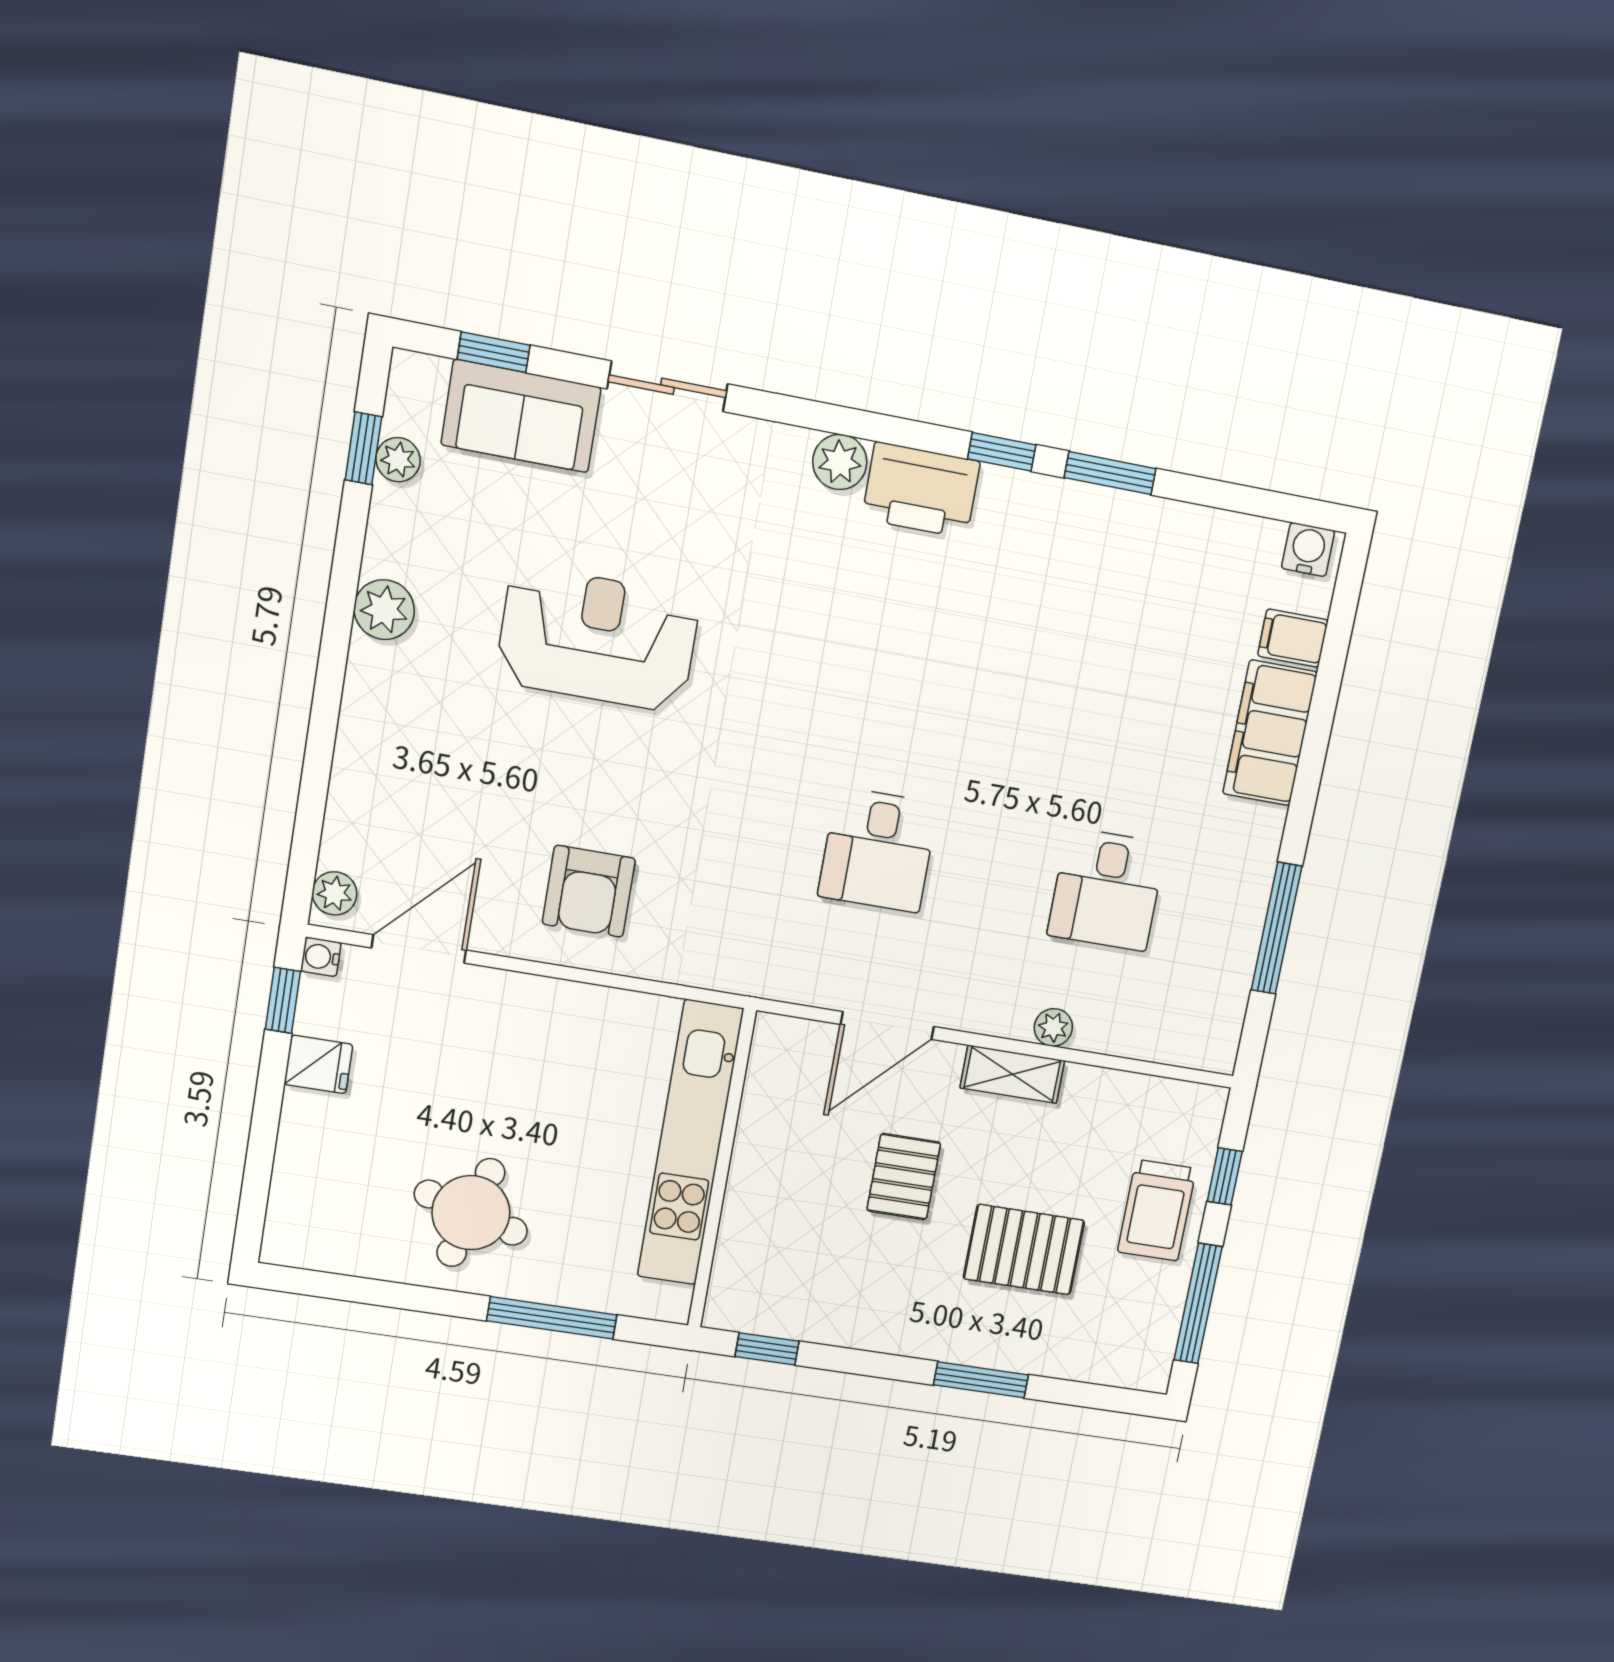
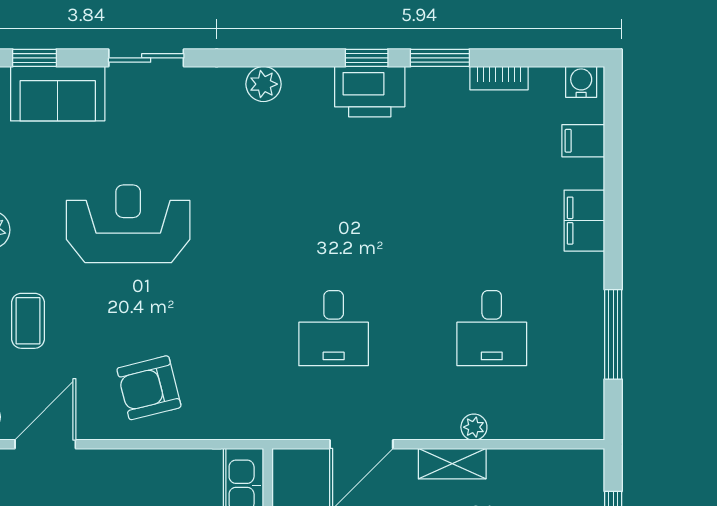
printer: (921, 490) -> (370, 92), moved
bookcase: (1191, 521) -> (499, 78), added
filing cabinet: (1270, 733) -> (584, 221), width x0.67, depth x0.86
coffee table: (421, 759) -> (28, 321), added
armchair: (589, 891) -> (149, 388), turned 76

